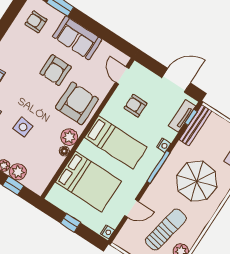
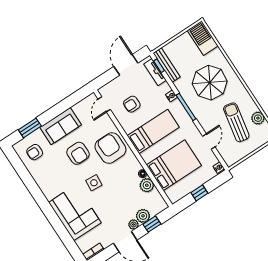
door: (122, 75) -> (104, 104), hinge flipped
side table: (23, 127) -> (94, 183), moved
plant: (69, 137) -> (147, 185), moved

